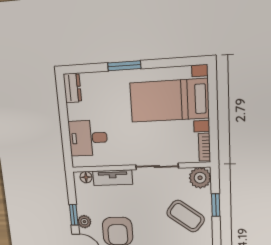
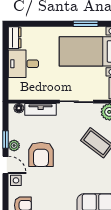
window: (124, 66) -> (86, 24), moved
desk: (88, 138) -> (23, 64), moved

